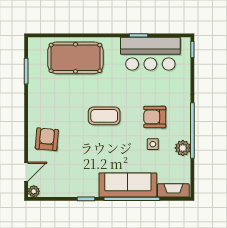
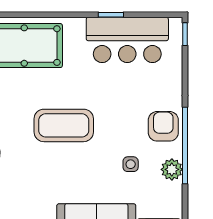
coffee table: (104, 116) -> (64, 125), width x1.36, depth x1.32
armchair: (155, 117) -> (163, 126), moved, turned 90

